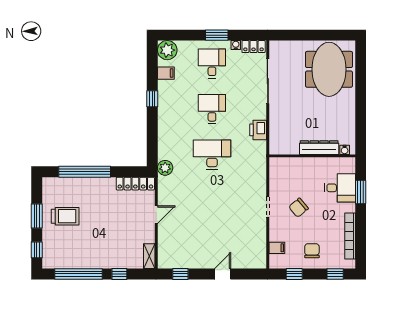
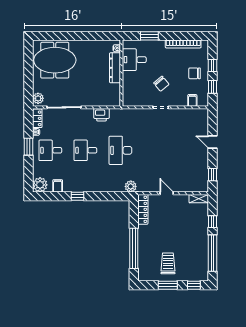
plant: (279, 48) -> (38, 98), added
desk: (340, 188) -> (134, 60), moved, turned -90
window: (335, 274) -> (212, 66), moved

